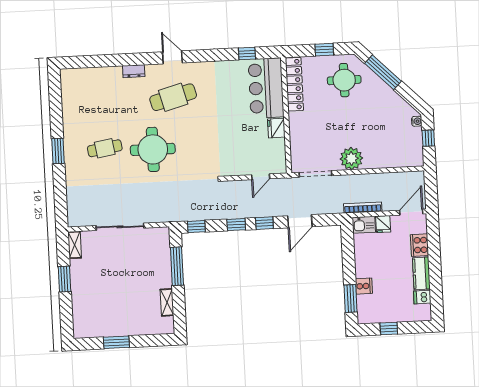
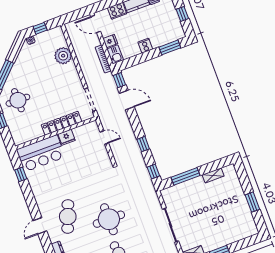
locker: (294, 84) -> (62, 123), moved
cafe table: (173, 97) -> (68, 217), turned 36
plant: (351, 159) -> (63, 56), moved
window: (264, 223) -> (119, 80), moved
cooker: (364, 286) -> (145, 46), moved

